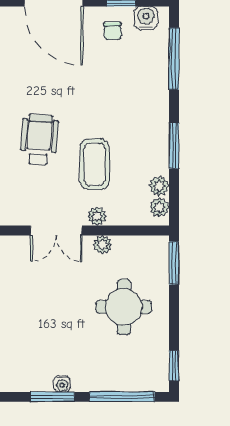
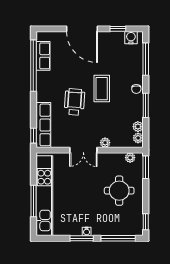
chair: (113, 31) -> (136, 89), moved
coffee table: (95, 164) -> (102, 89), moved
plant: (103, 245) -> (130, 158), moved

